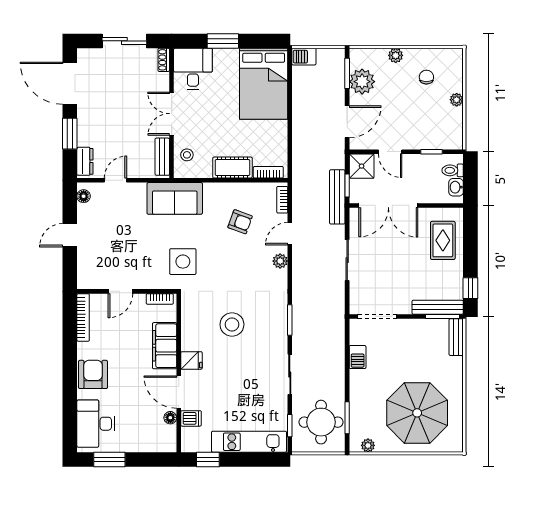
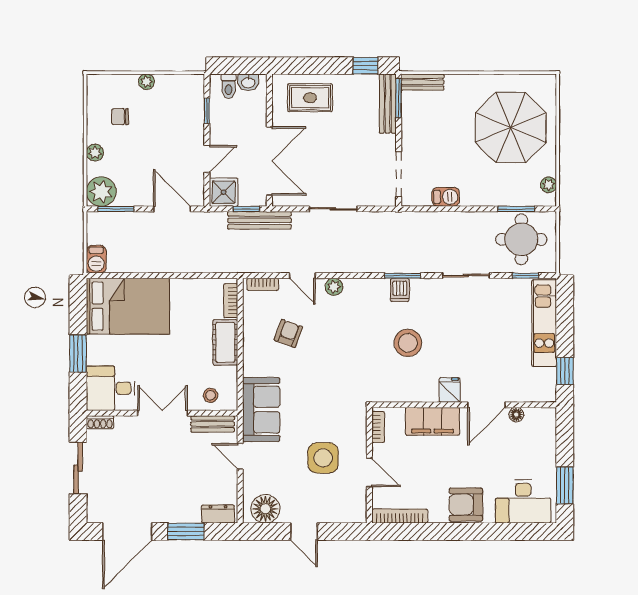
plant: (362, 82) -> (101, 192), moved
double door: (172, 114) -> (163, 413), swing flipped
door: (115, 180) -> (240, 456), moved
floor lamp: (84, 196) -> (265, 509), width x1.89, depth x1.89
side table: (183, 262) -> (323, 458), moved
dishwasher: (191, 418) -> (400, 290), moved, turned 180

